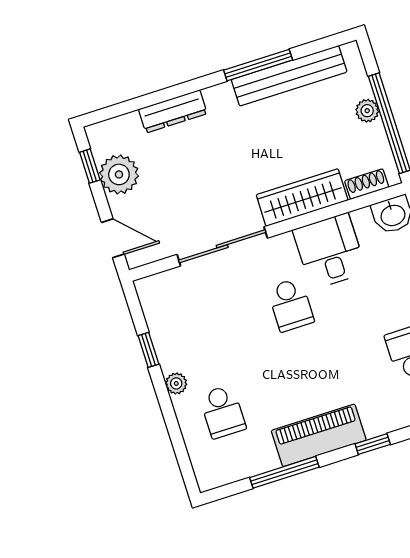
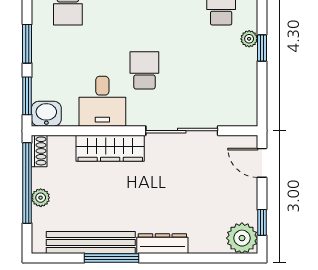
dresser: (173, 111) -> (162, 244), moved
plant: (119, 174) -> (242, 238), moved
shoe rack: (367, 184) -> (39, 151), moved, turned -90
window: (148, 350) -> (262, 48), moved

